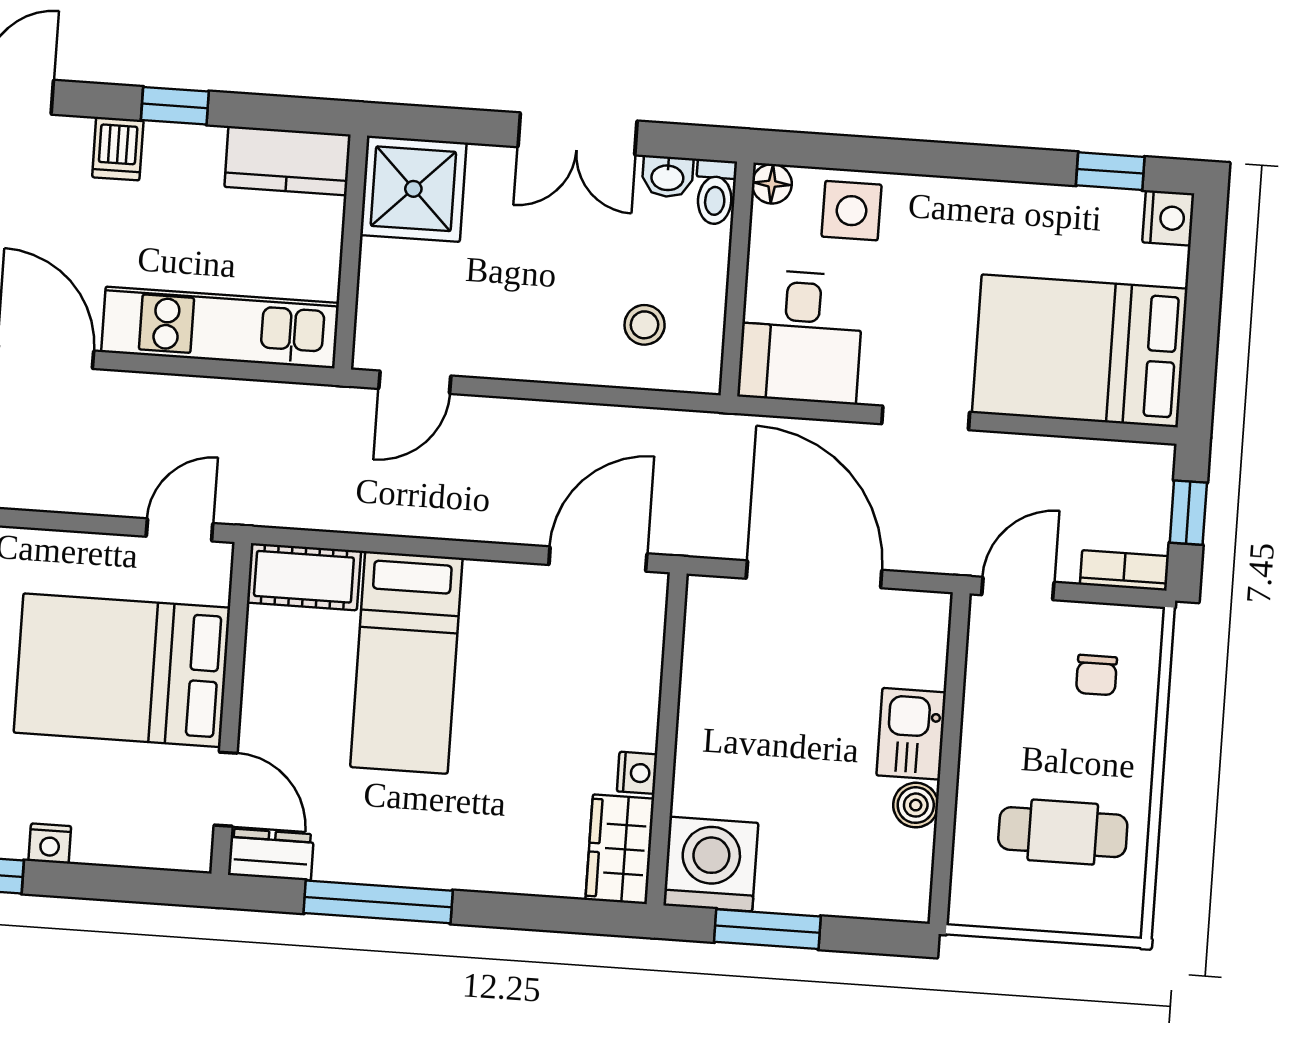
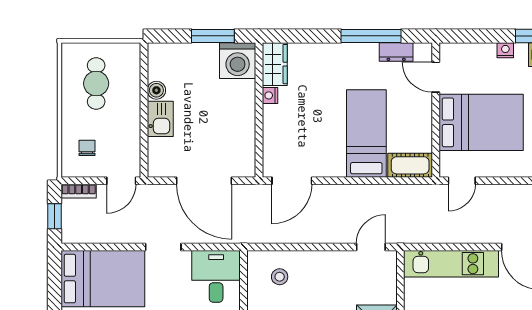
cafe table: (1063, 832) -> (96, 83), turned 90
dresser: (271, 855) -> (396, 52), moved

